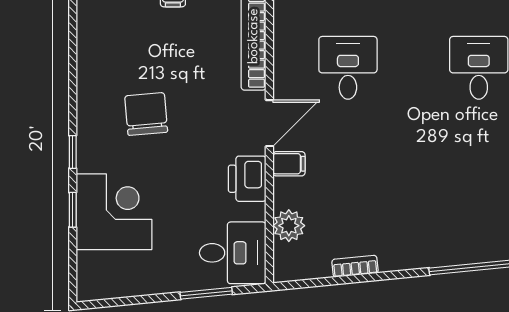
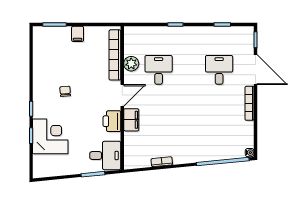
chair: (146, 114) -> (65, 91), width x0.54, depth x0.54
filing cabinet: (289, 164) -> (131, 120), width x2.00
plant: (289, 226) -> (131, 64), moved

